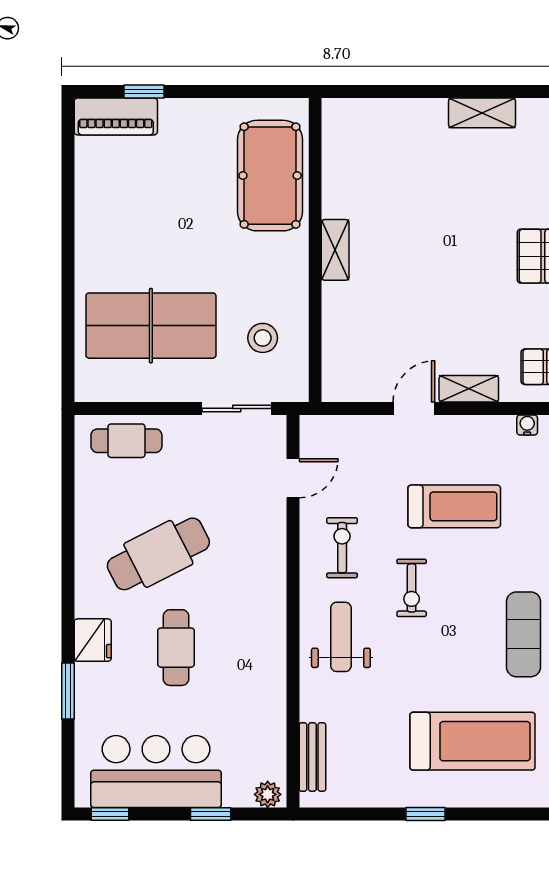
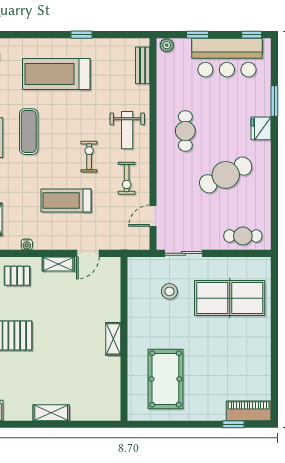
wall: (315, 250) -> (124, 339), moved
shelving: (335, 250) -> (113, 339), moved
cafe table: (176, 648) -> (185, 131), moved

